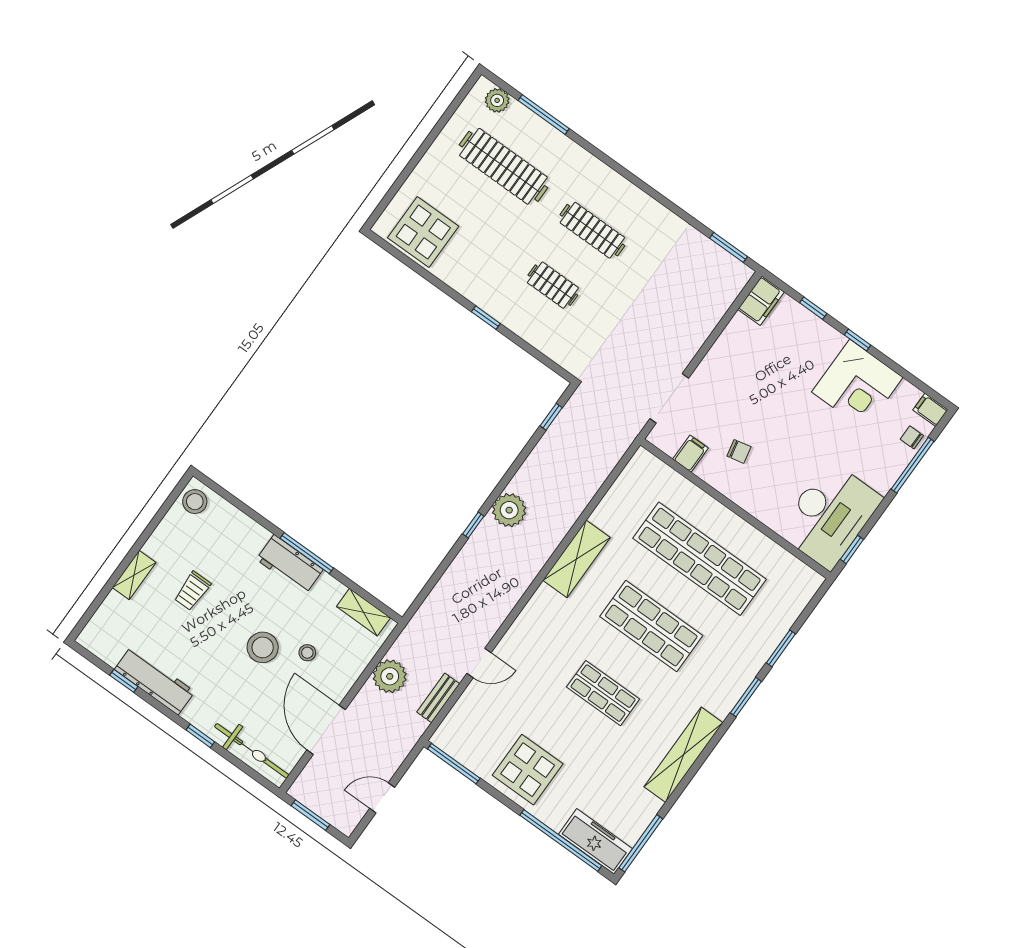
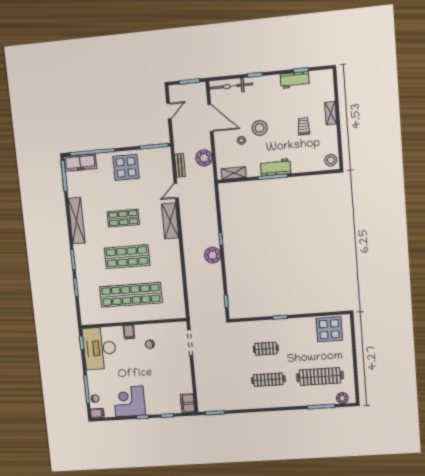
filing cabinet: (691, 454) -> (129, 332), moved
shelving: (577, 559) -> (170, 221), moved
workbench: (155, 681) -> (295, 80), width x0.73

